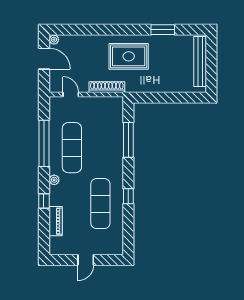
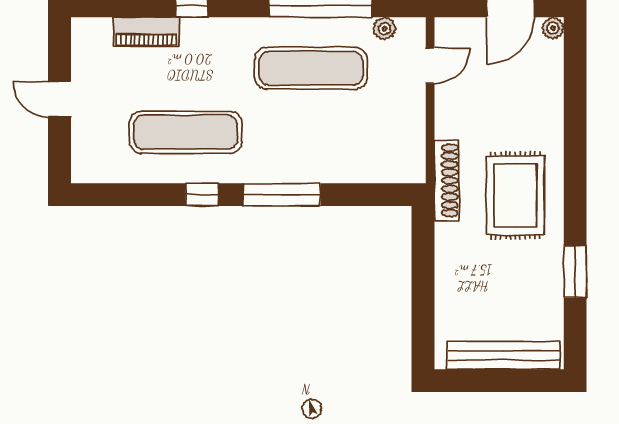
shoe rack: (107, 87) -> (447, 180), moved
window: (128, 140) -> (282, 195), moved
plant: (54, 180) -> (385, 29), moved

